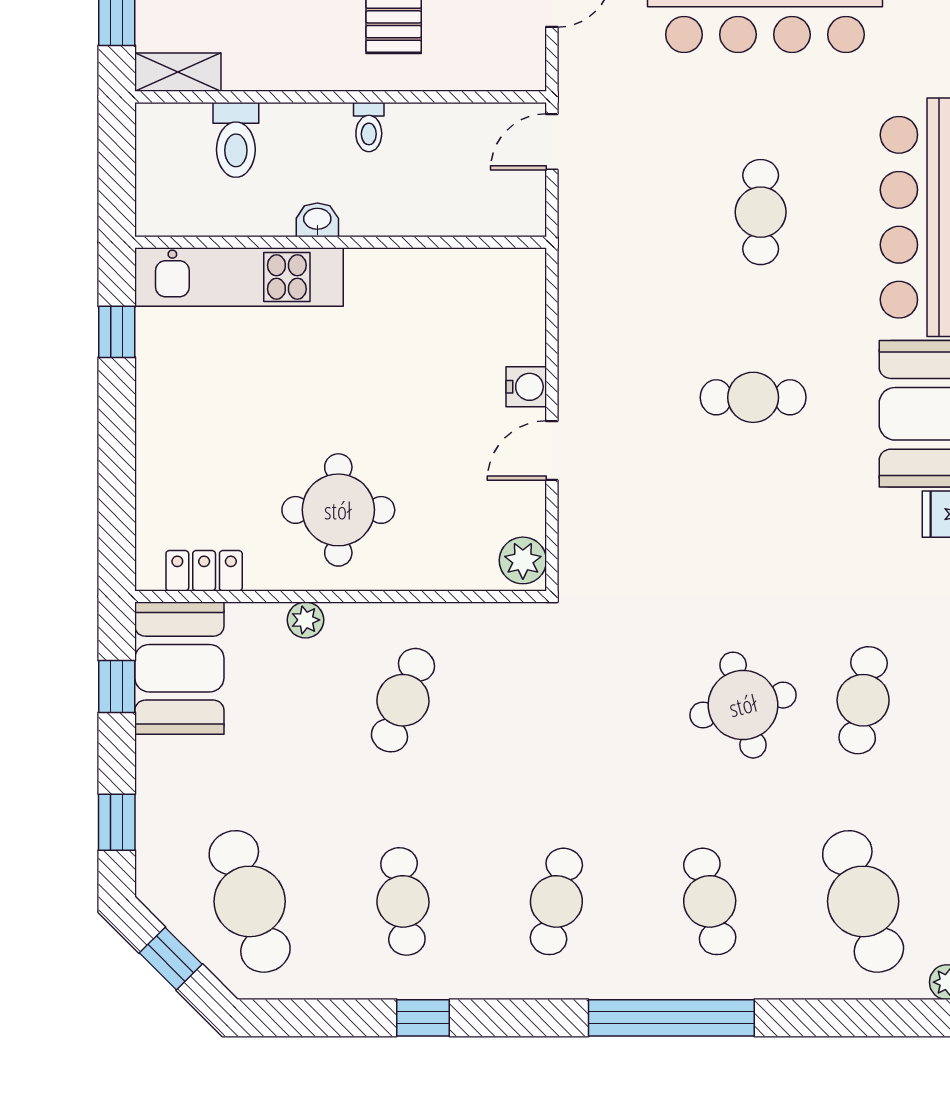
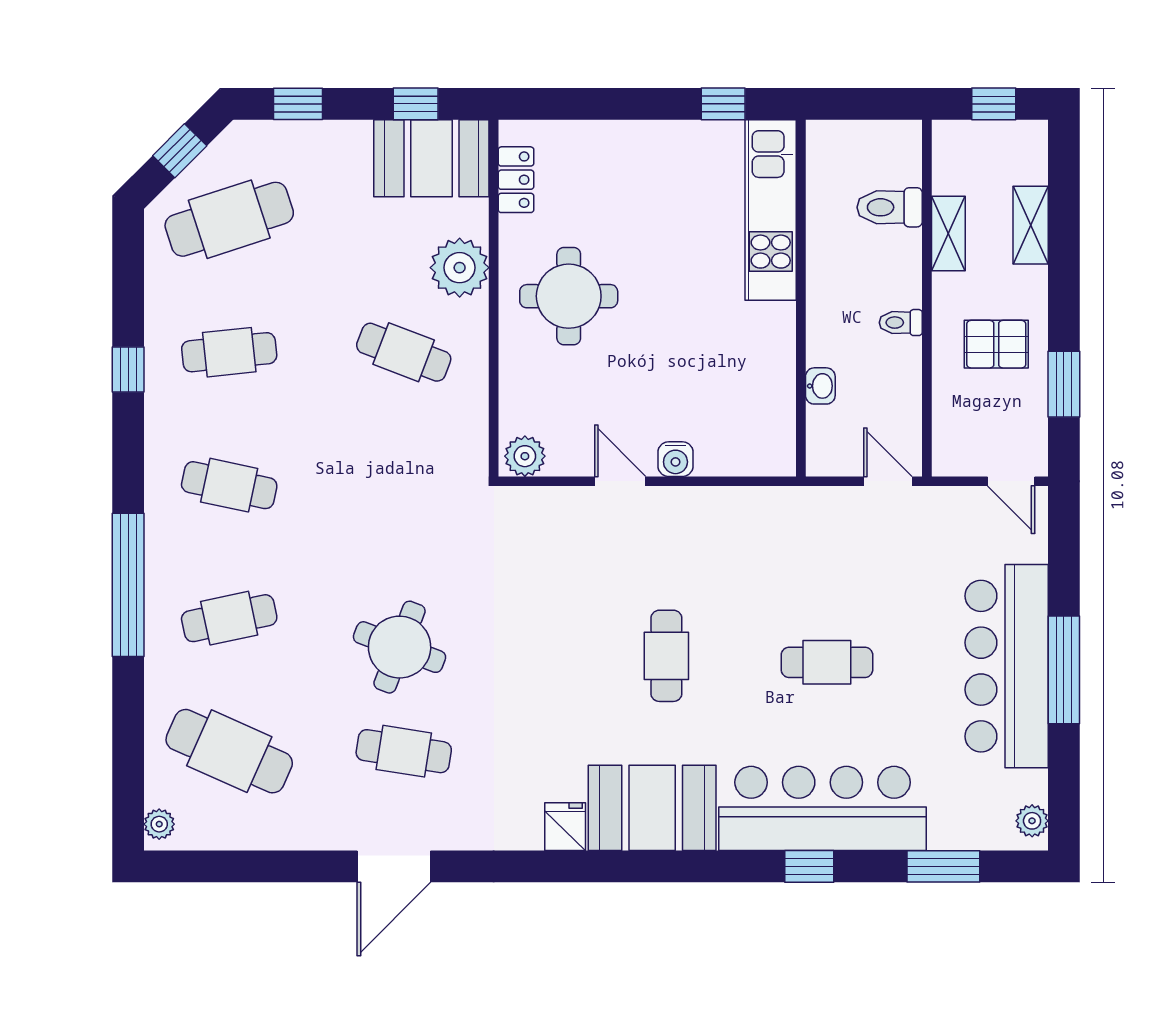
shelving: (178, 72) -> (948, 234), moved
washbasin: (317, 220) -> (820, 386), moved
plant: (305, 620) -> (460, 268), width x1.88, depth x1.88
round table: (743, 705) -> (400, 647), turned 35
cafe table: (863, 901) -> (229, 751), turned 42

